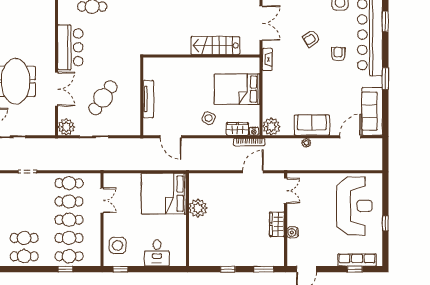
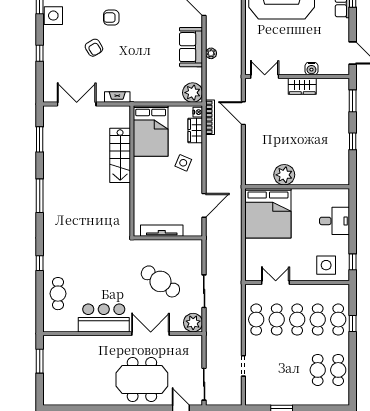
stairs: (215, 45) -> (120, 155), moved
wall: (201, 56) -> (132, 171), moved

